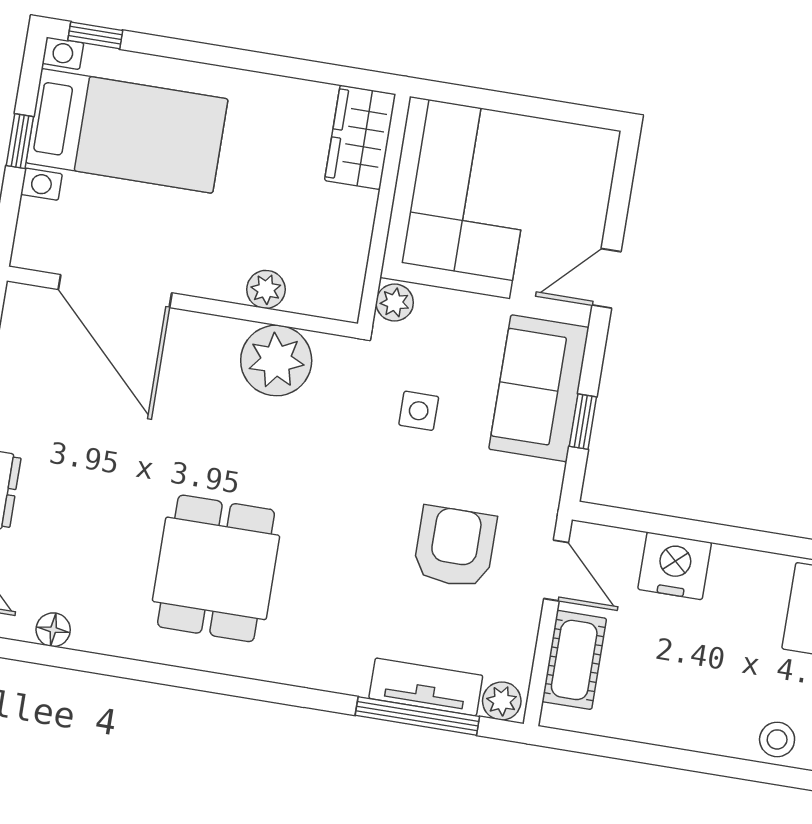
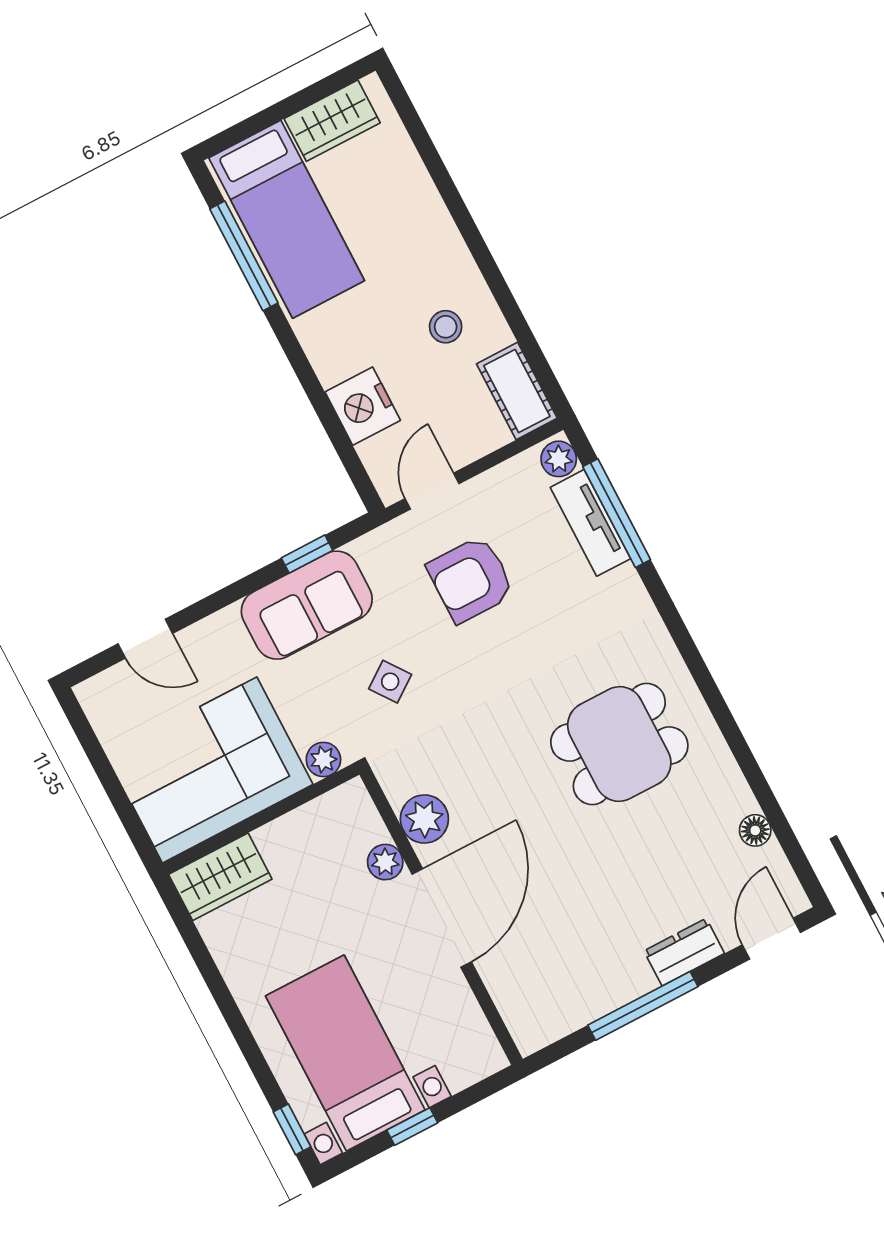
door: (606, 278) -> (145, 639), moved
door: (115, 291) -> (442, 918), moved
plant: (276, 361) -> (424, 819), width x0.73, depth x0.73
side table: (419, 411) -> (390, 682), turned -36
cot: (574, 660) -> (517, 391), moved, turned 90
stool: (777, 739) -> (446, 327), moved

